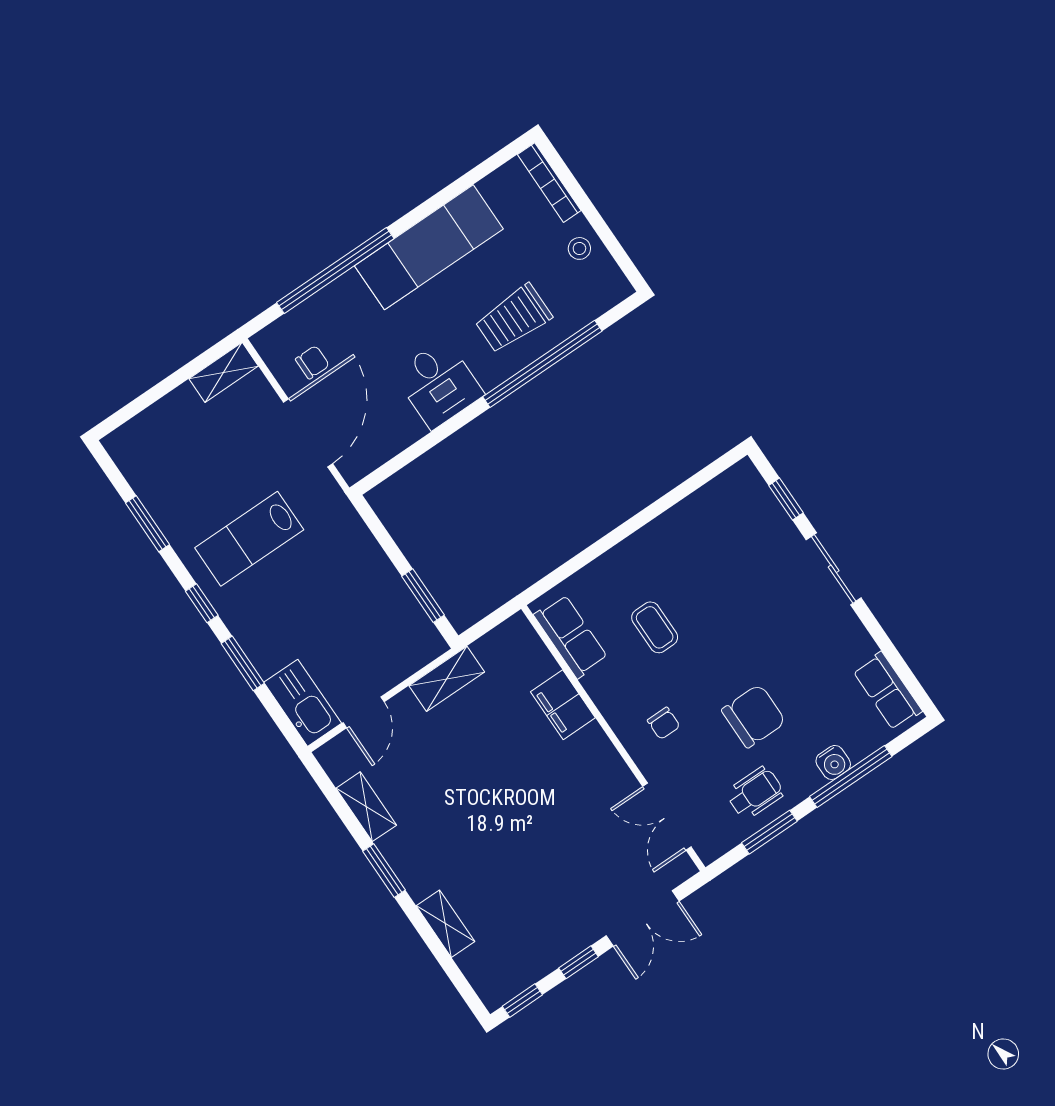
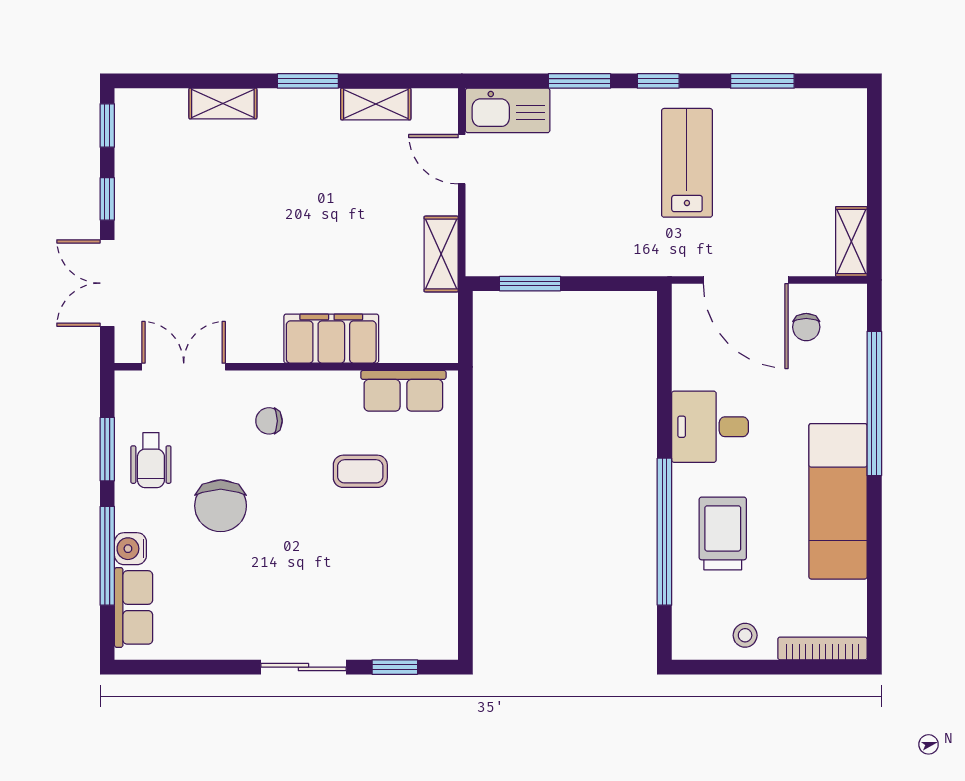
row of seats: (887, 691) -> (134, 607), moved, turned 90
filing cabinet: (563, 705) -> (331, 339), width x1.50, depth x1.17

